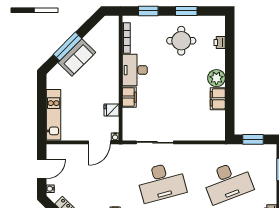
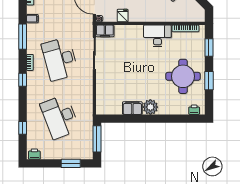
round table: (181, 41) -> (183, 76), width x1.36, depth x1.36
printer: (220, 42) -> (194, 110), moved
filing cabinet: (129, 97) -> (105, 31), moved
window: (253, 139) -> (97, 139), width x1.44

